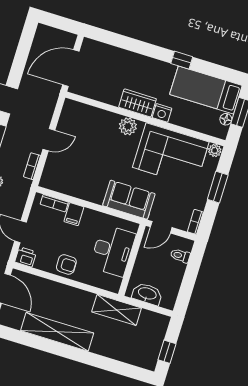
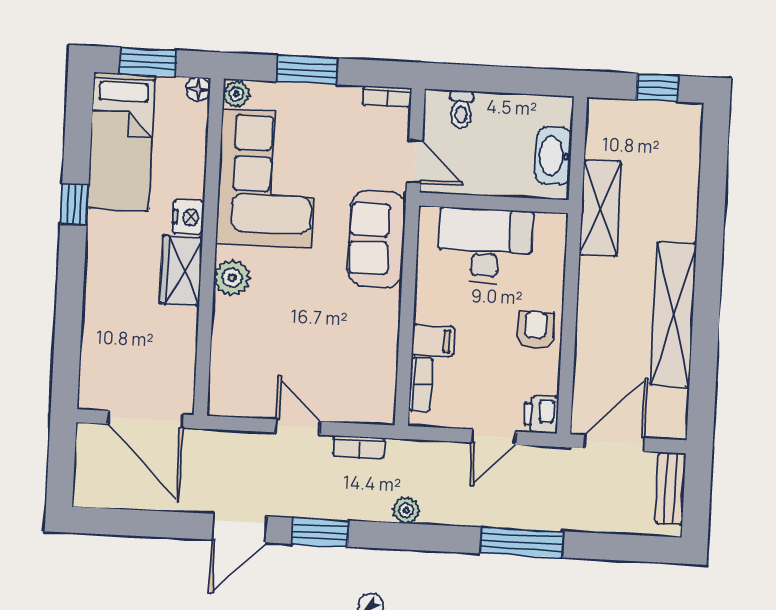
floor lamp: (226, 119) -> (198, 89), moved

